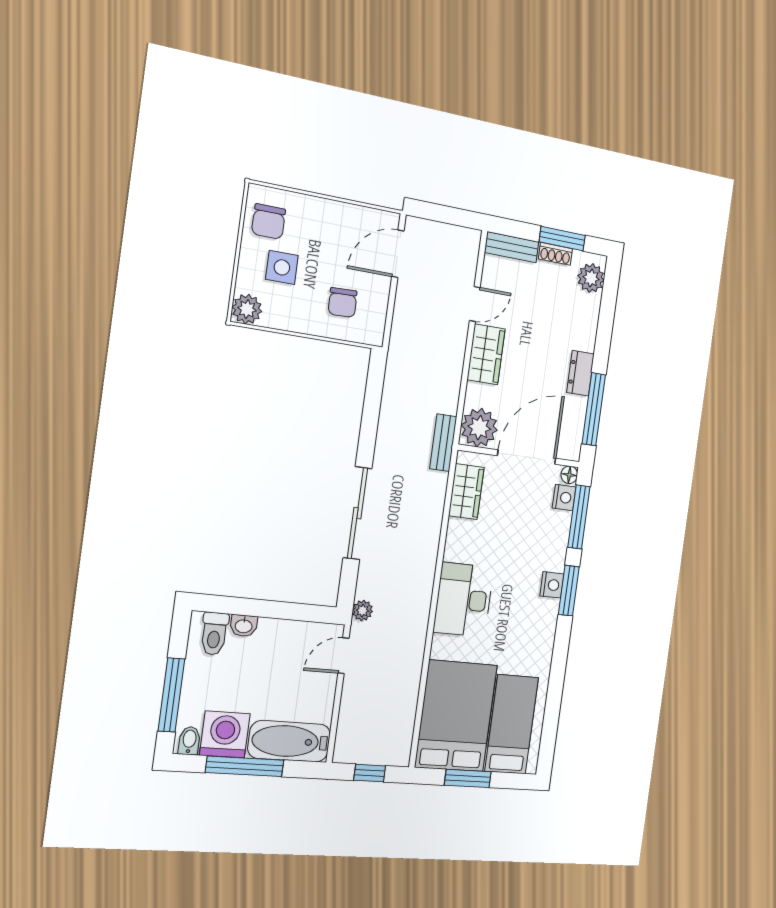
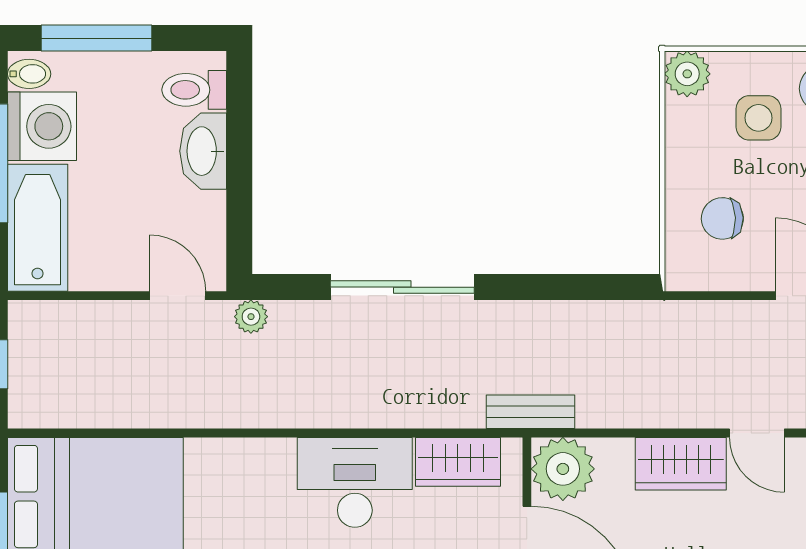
desk: (464, 600) -> (355, 482), moved
washbasin: (244, 626) -> (203, 151), width x1.91, depth x1.45

